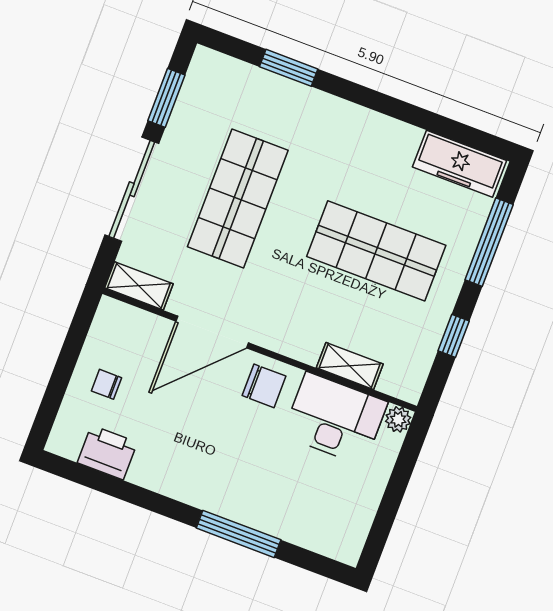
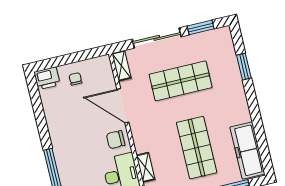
freezer: (459, 164) -> (248, 150), width x1.36, depth x1.26
chair: (264, 386) -> (116, 140), turned 90
printer: (107, 452) -> (47, 78), moved, turned 90

